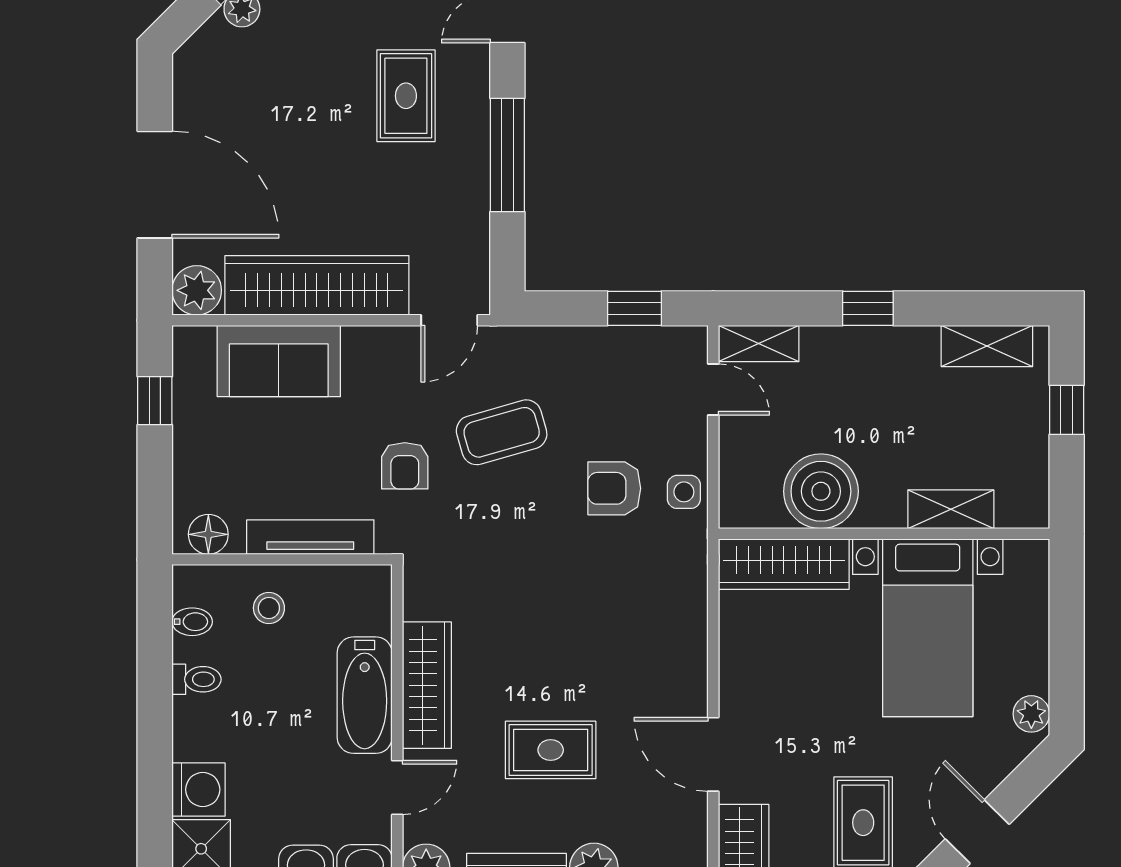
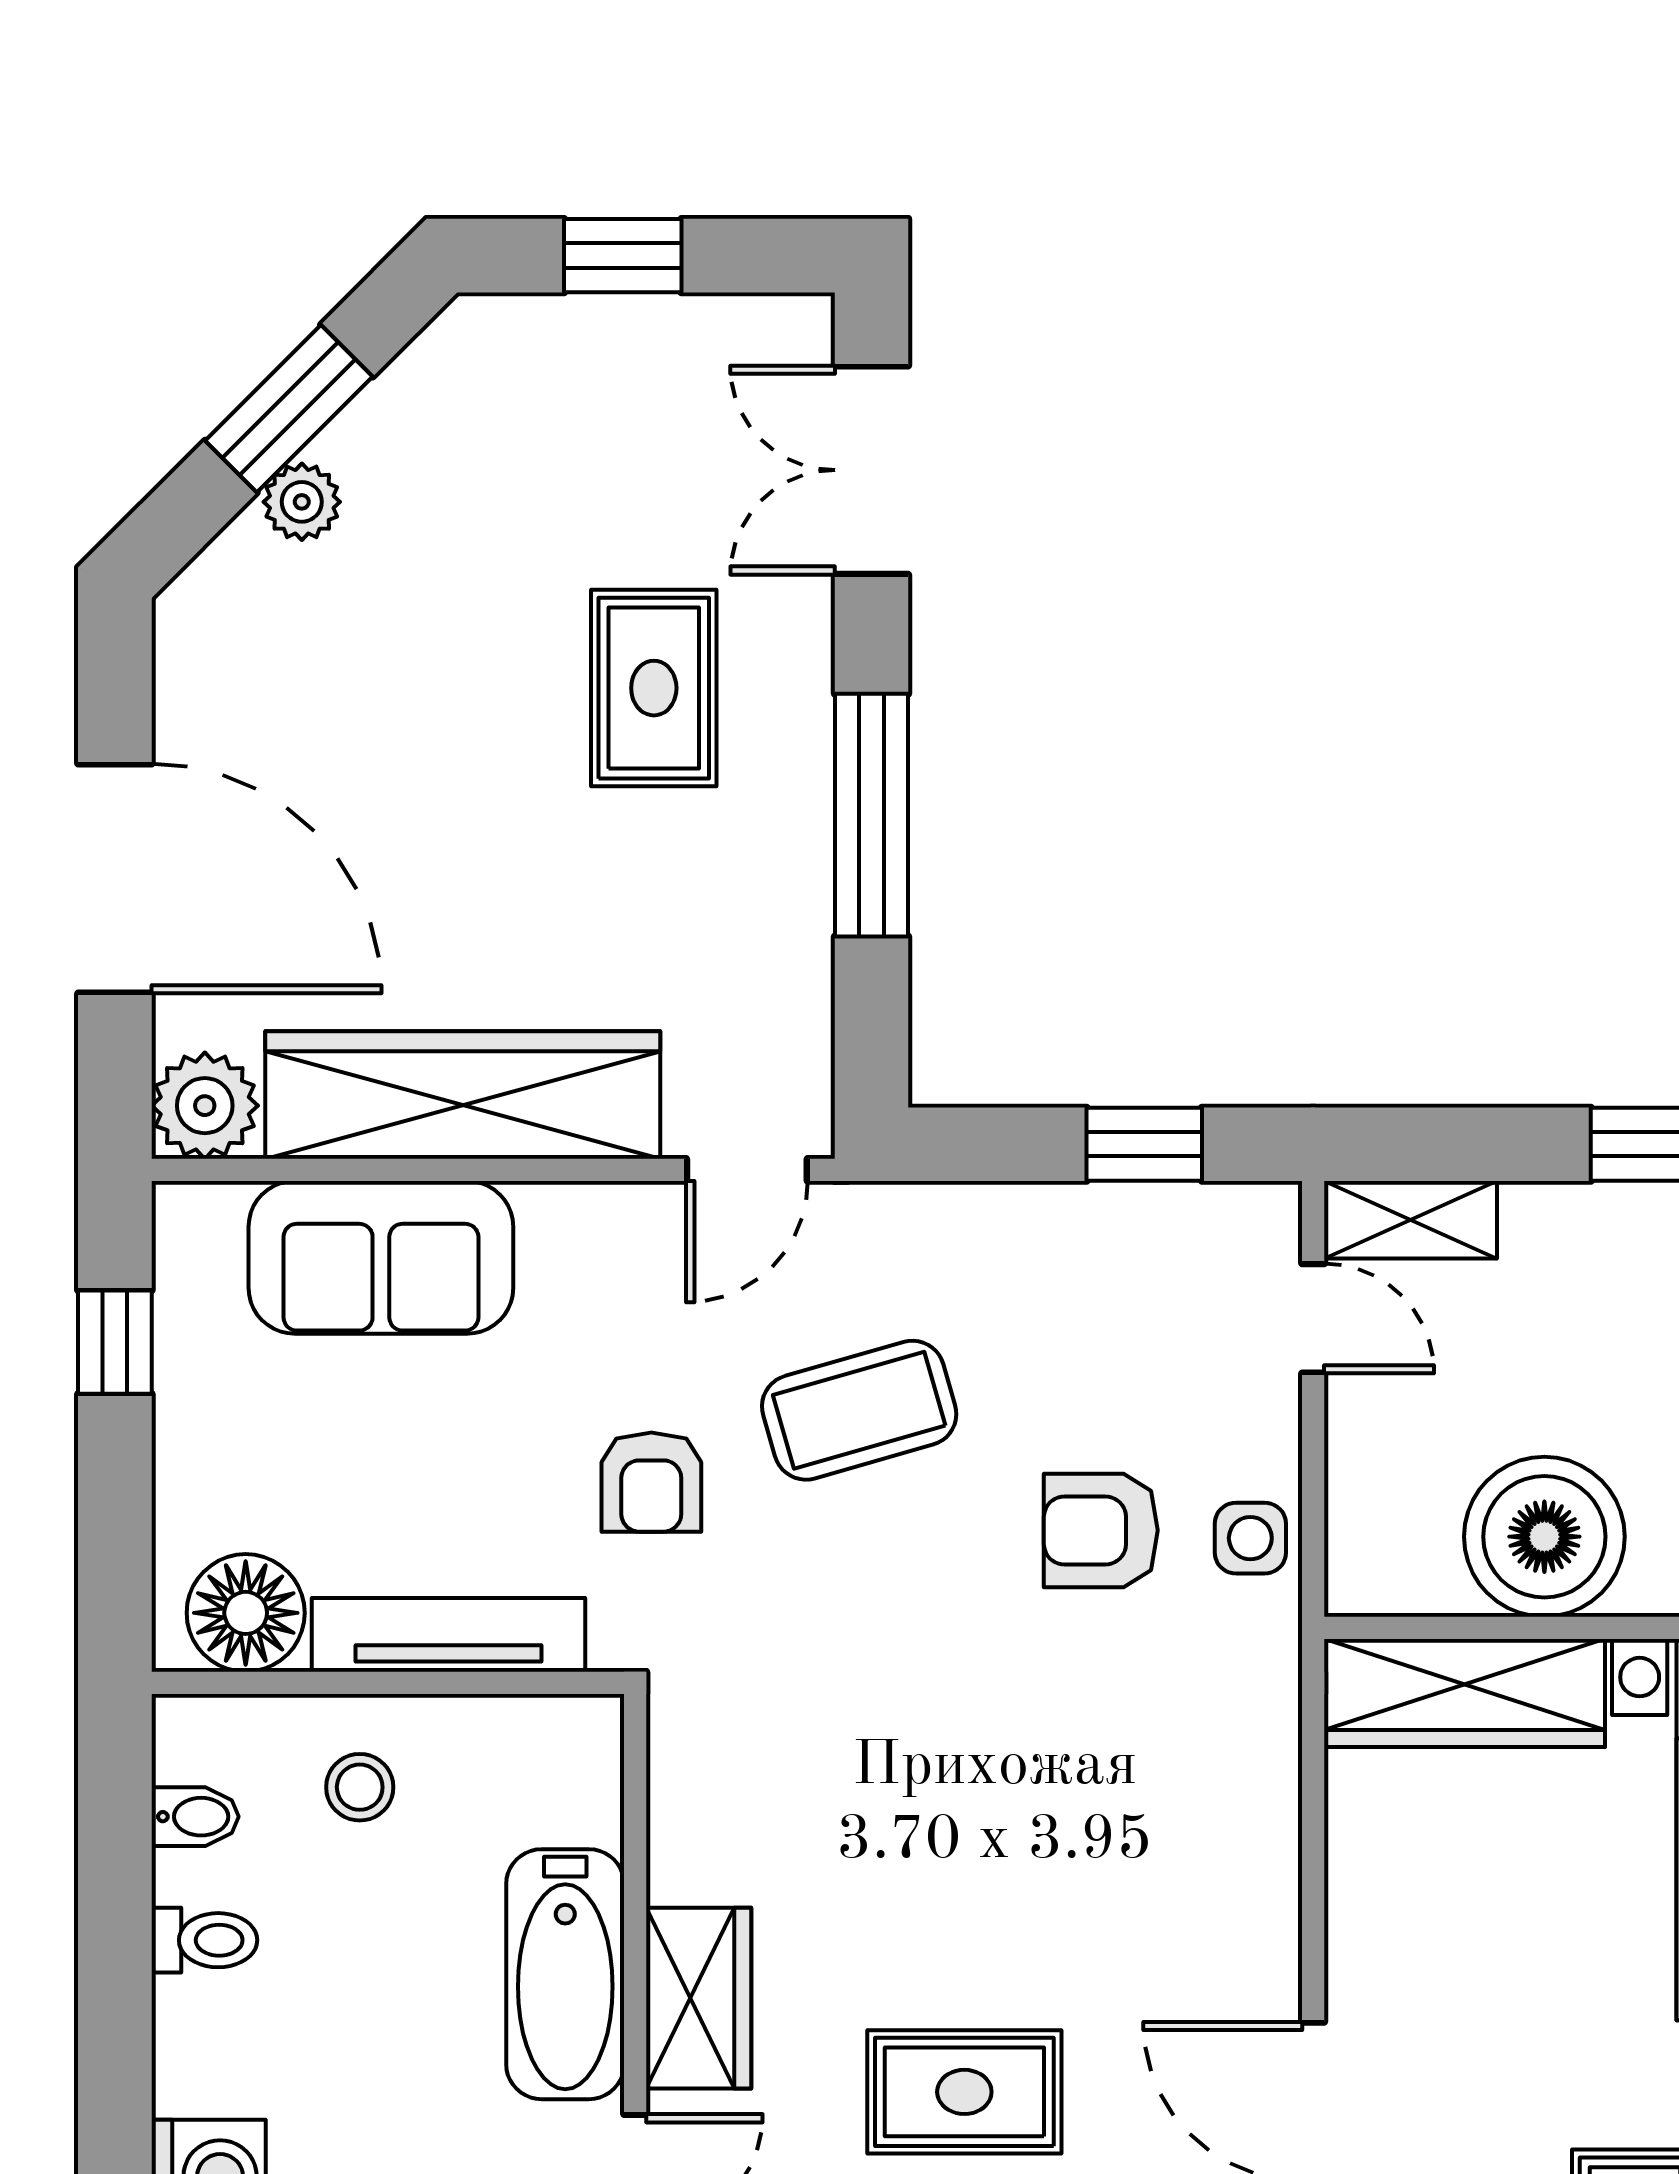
floor lamp: (208, 534) -> (246, 1613), width x1.38, depth x1.38
wardrobe: (427, 685) -> (699, 1998), width x0.67

